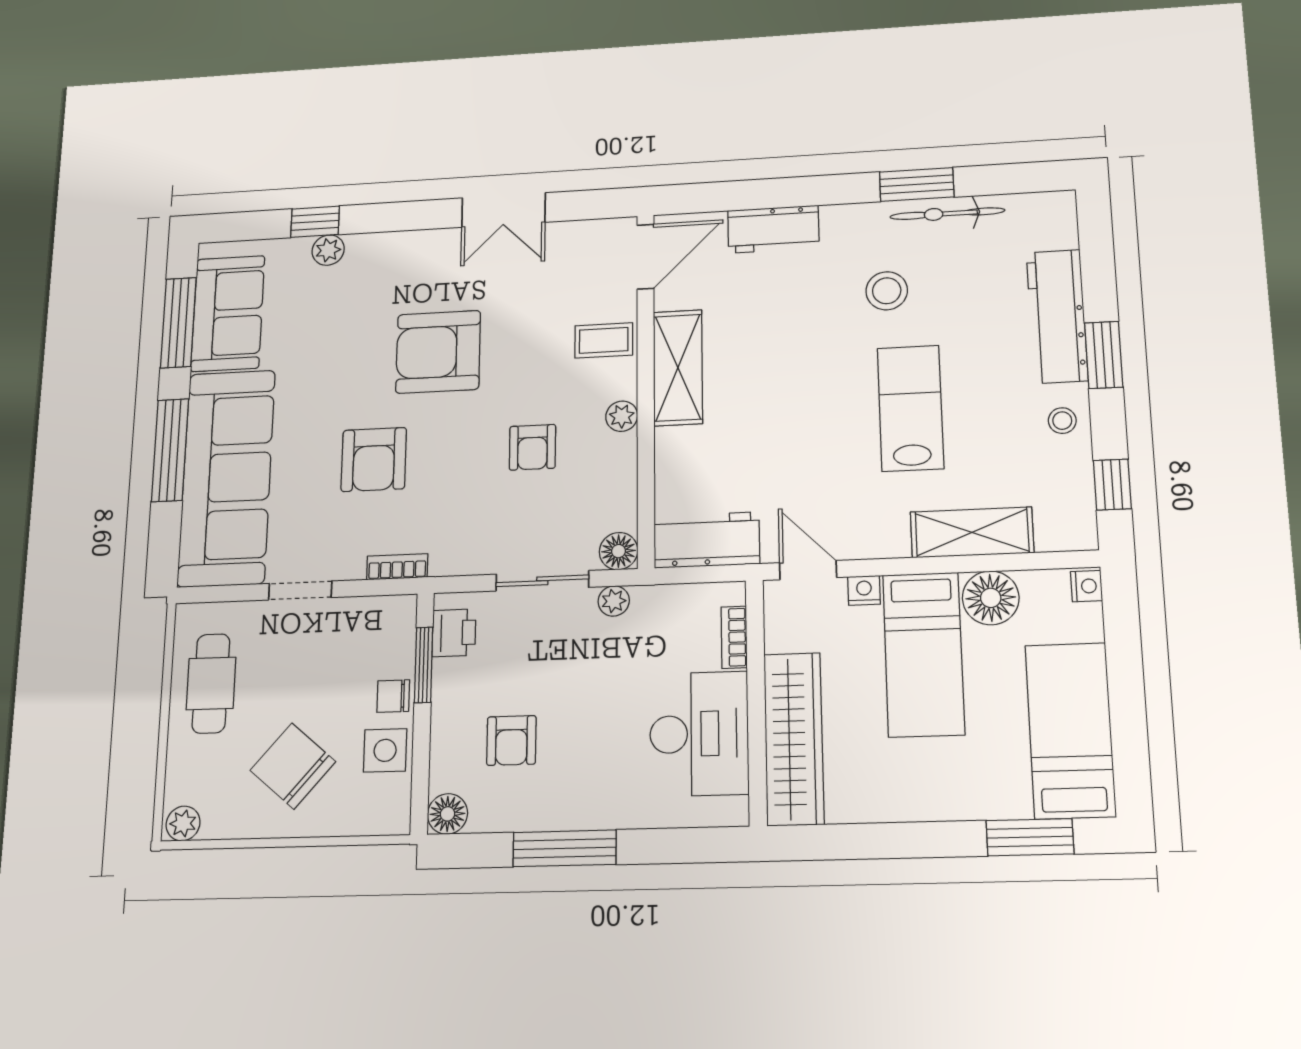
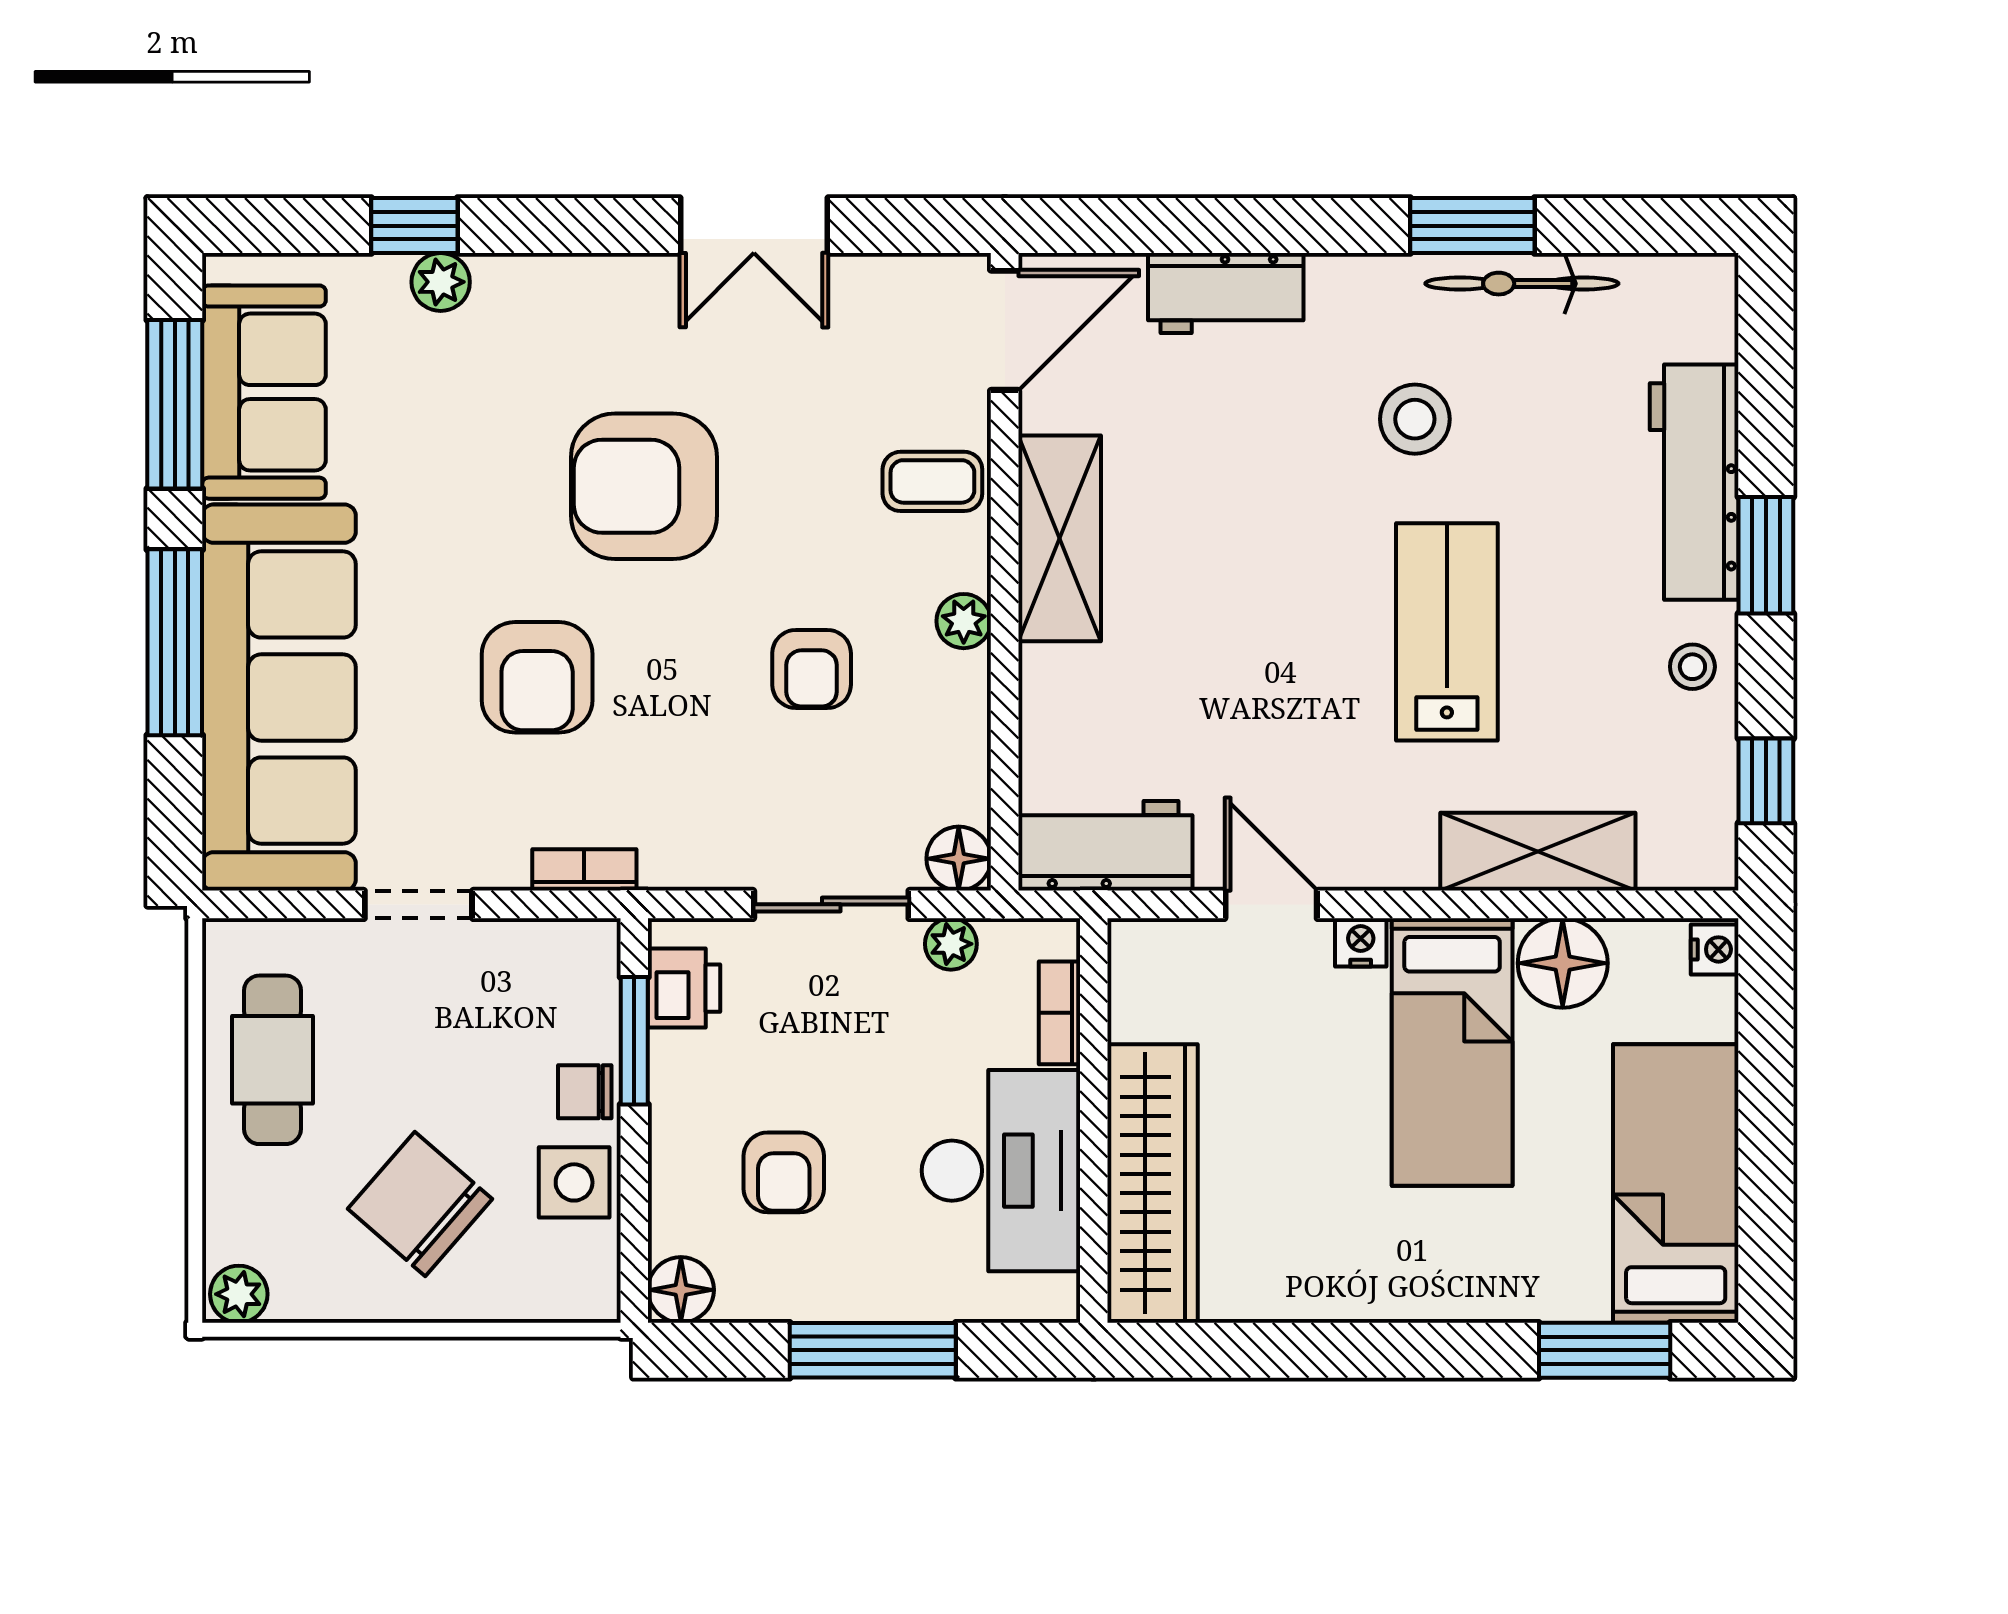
bookcase: (734, 637) -> (1059, 1013), moved
wall: (756, 701) -> (1094, 1120), moved
desk: (699, 734) -> (1001, 1171), moved
wardrobe: (794, 739) -> (1153, 1183), moved

